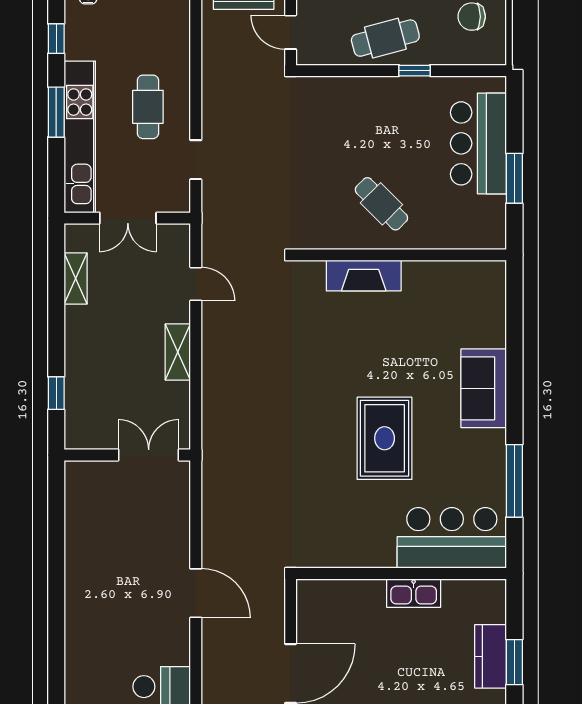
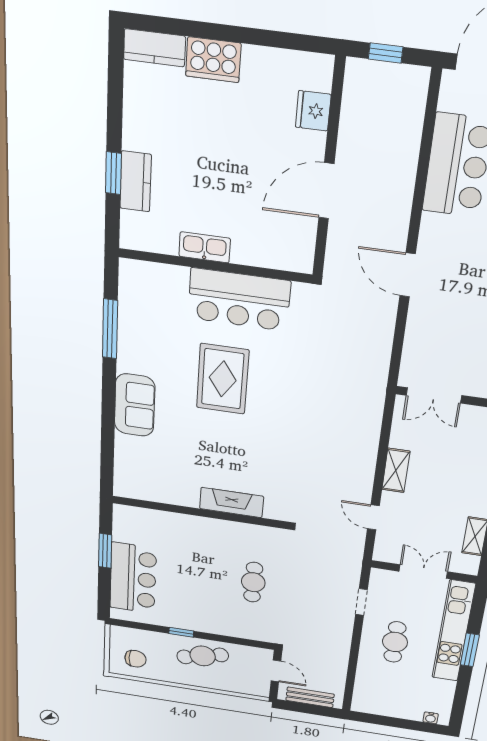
window: (56, 39) -> (461, 696), removed
cafe table: (381, 204) -> (253, 582), moved, turned 45
bar counter: (452, 538) -> (239, 300), moved

